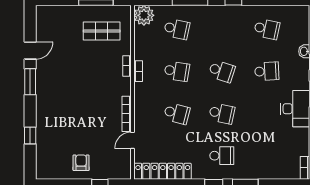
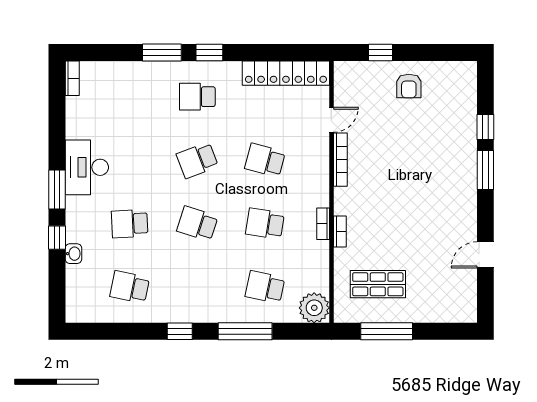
window: (30, 82) -> (485, 170), moved
school desk: (222, 113) -> (197, 160), turned -33

